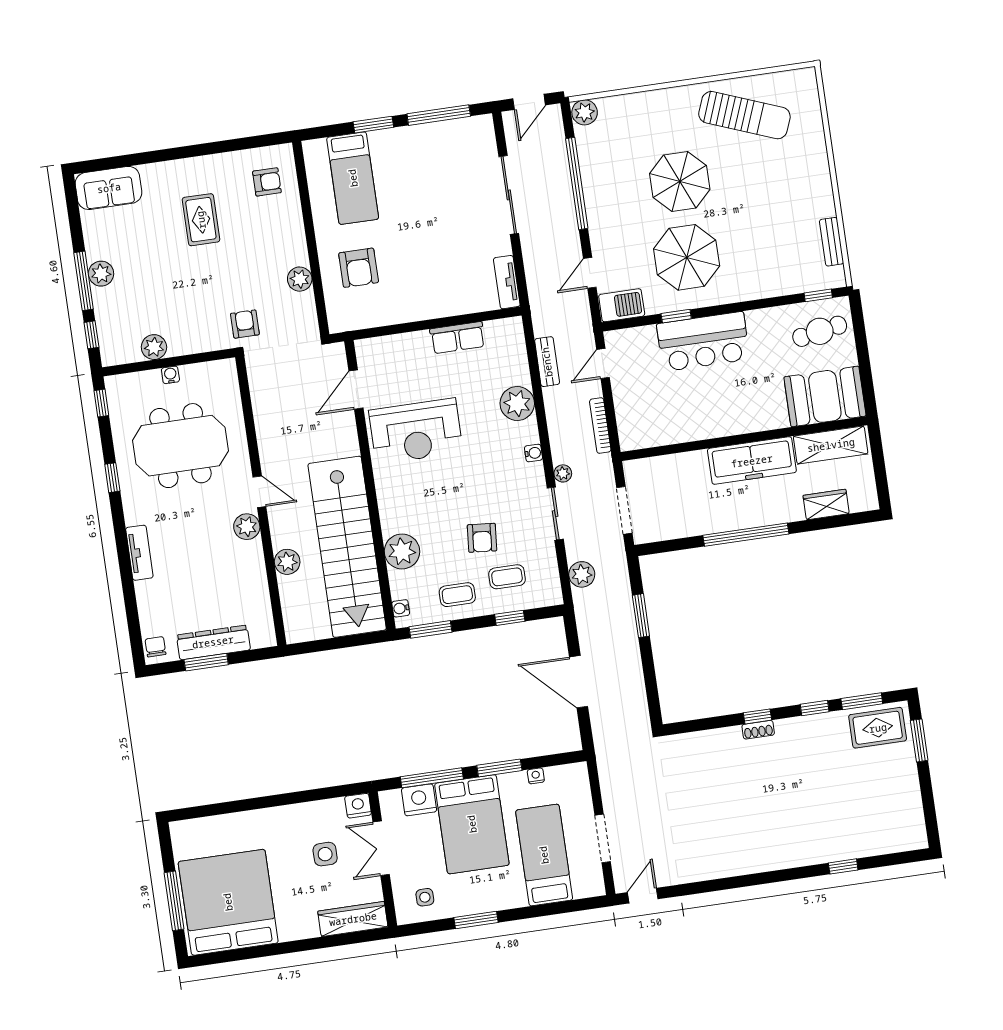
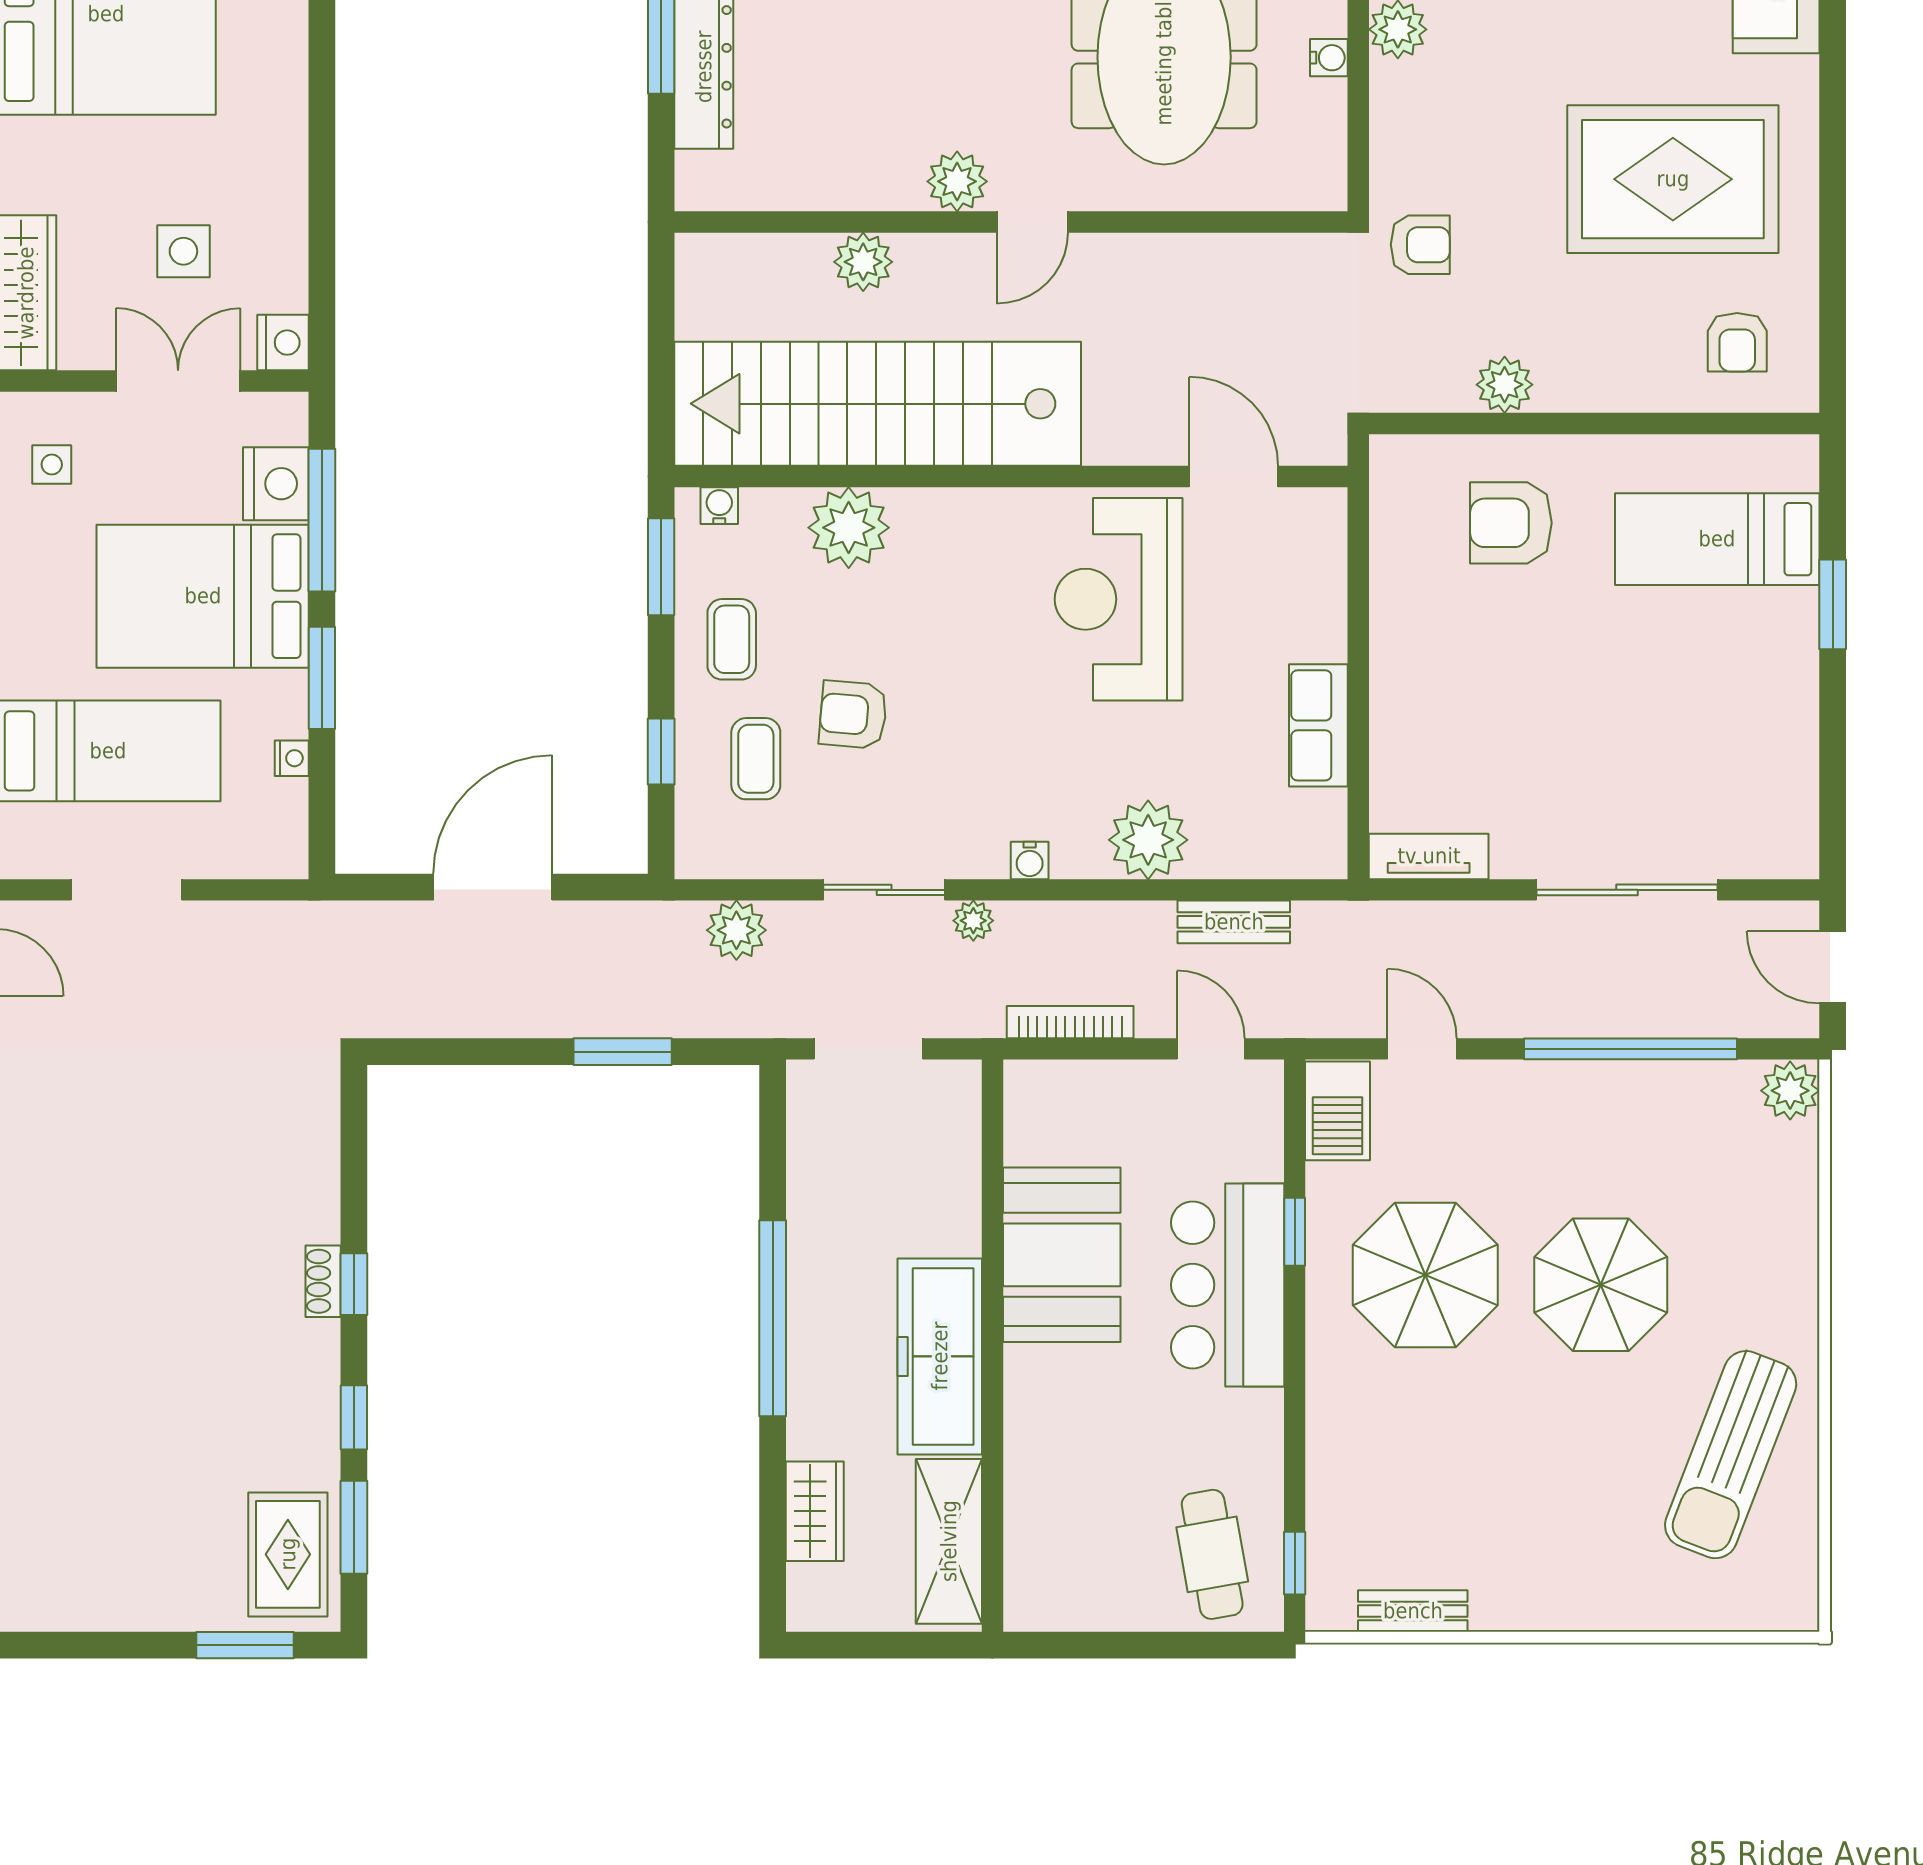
window: (439, 115) -> (1833, 756), removed
rug: (201, 220) -> (1673, 179), width x1.86, depth x2.06
booth: (825, 396) -> (1062, 1255), moved

